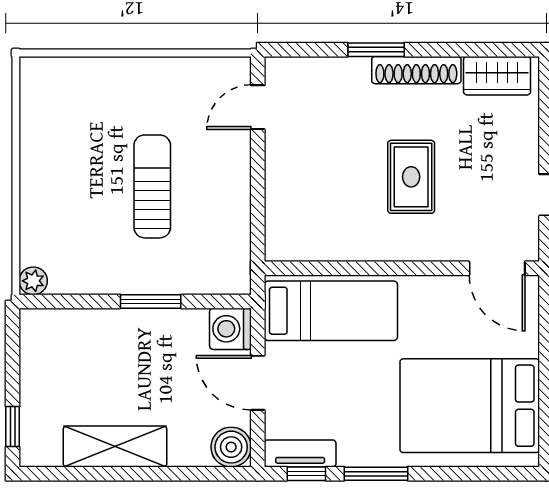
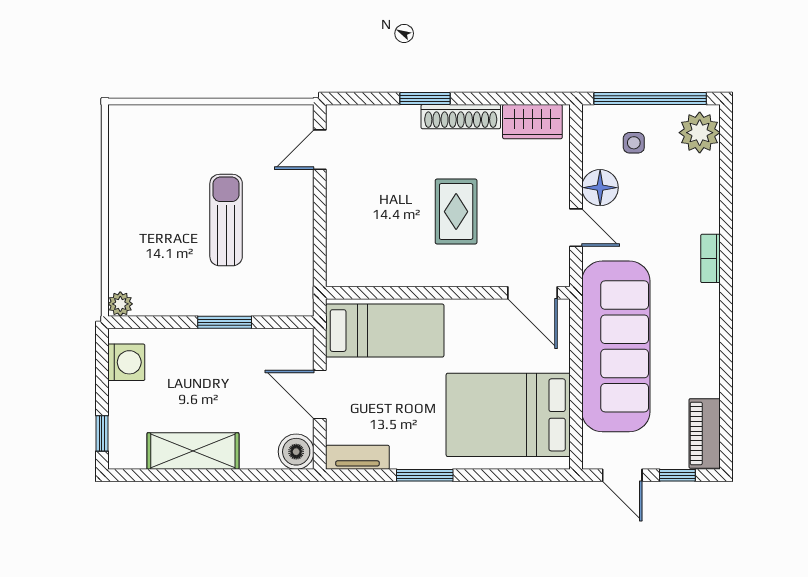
washing machine: (230, 329) -> (126, 362), moved, turned 180
window: (306, 474) -> (363, 475), removed

